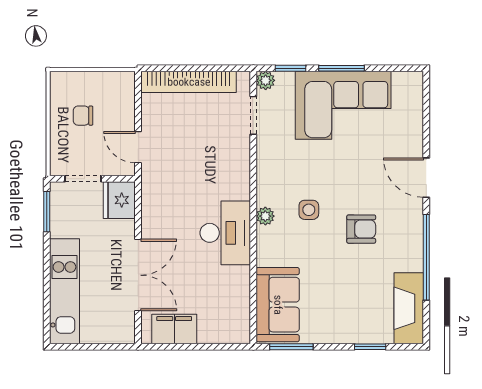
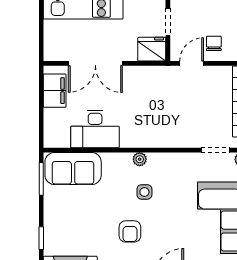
chair: (83, 116) -> (214, 43), moved
desk: (225, 233) -> (95, 129), moved

